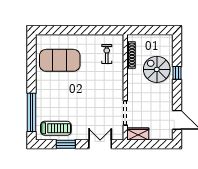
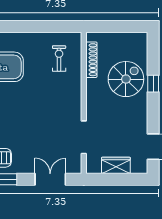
spiral stairs: (157, 69) -> (126, 79), turned 90
wardrobe: (138, 134) -> (116, 165), moved

